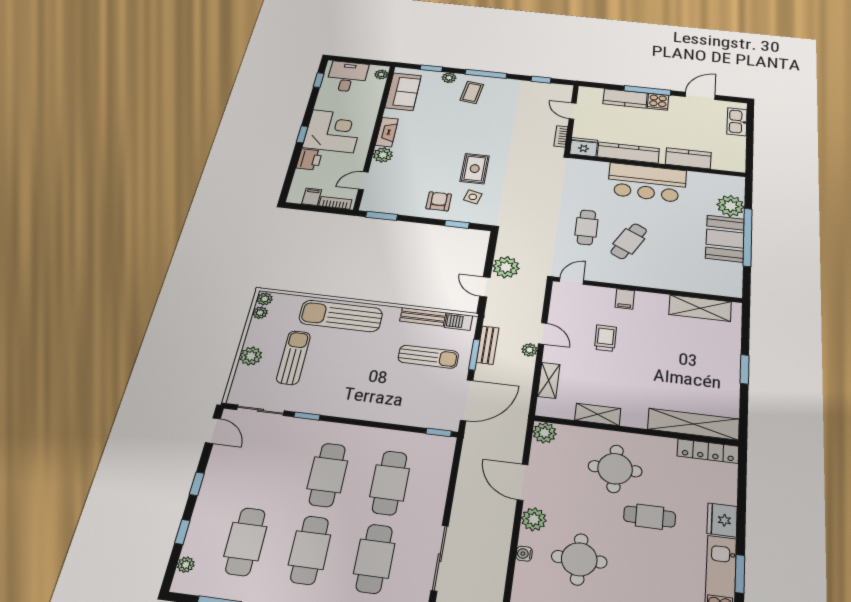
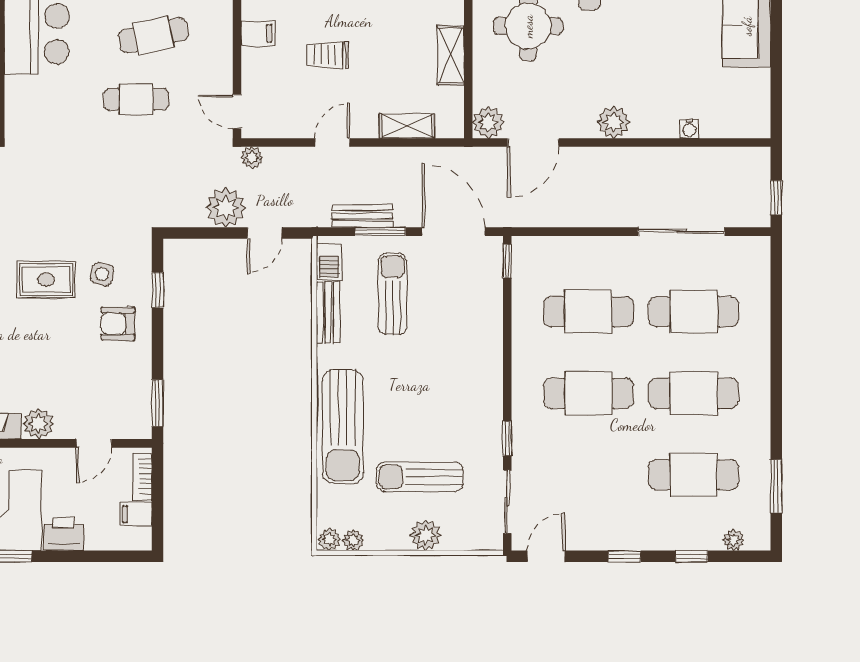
door: (363, 181) -> (94, 443), hinge flipped
cafe table: (629, 241) -> (153, 35), turned -40
plant: (529, 350) -> (252, 157), moved
door: (523, 482) -> (533, 142), moved
water cooler: (524, 554) -> (689, 129), moved
round table: (579, 559) -> (659, 60), removed

